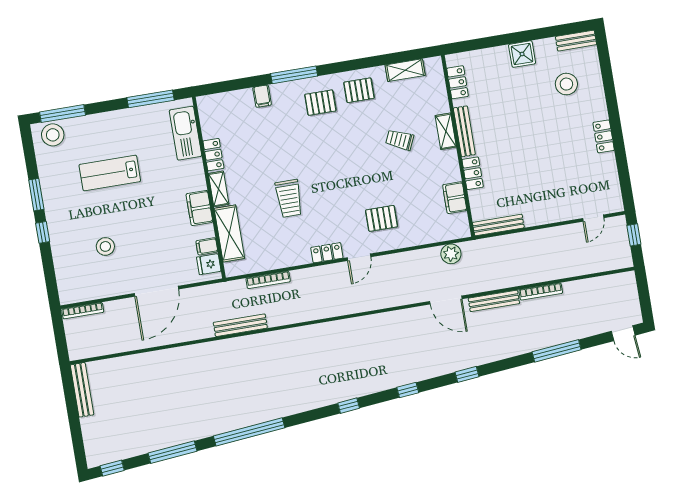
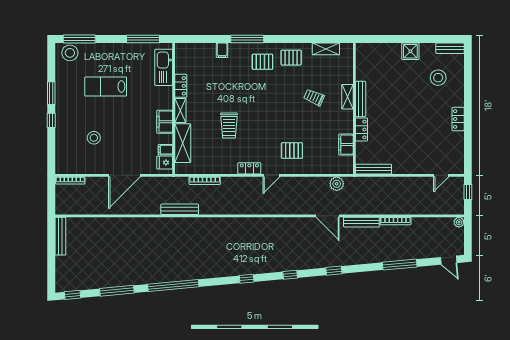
locker: (458, 82) -> (362, 64), removed
plant: (628, 279) -> (459, 222), added

